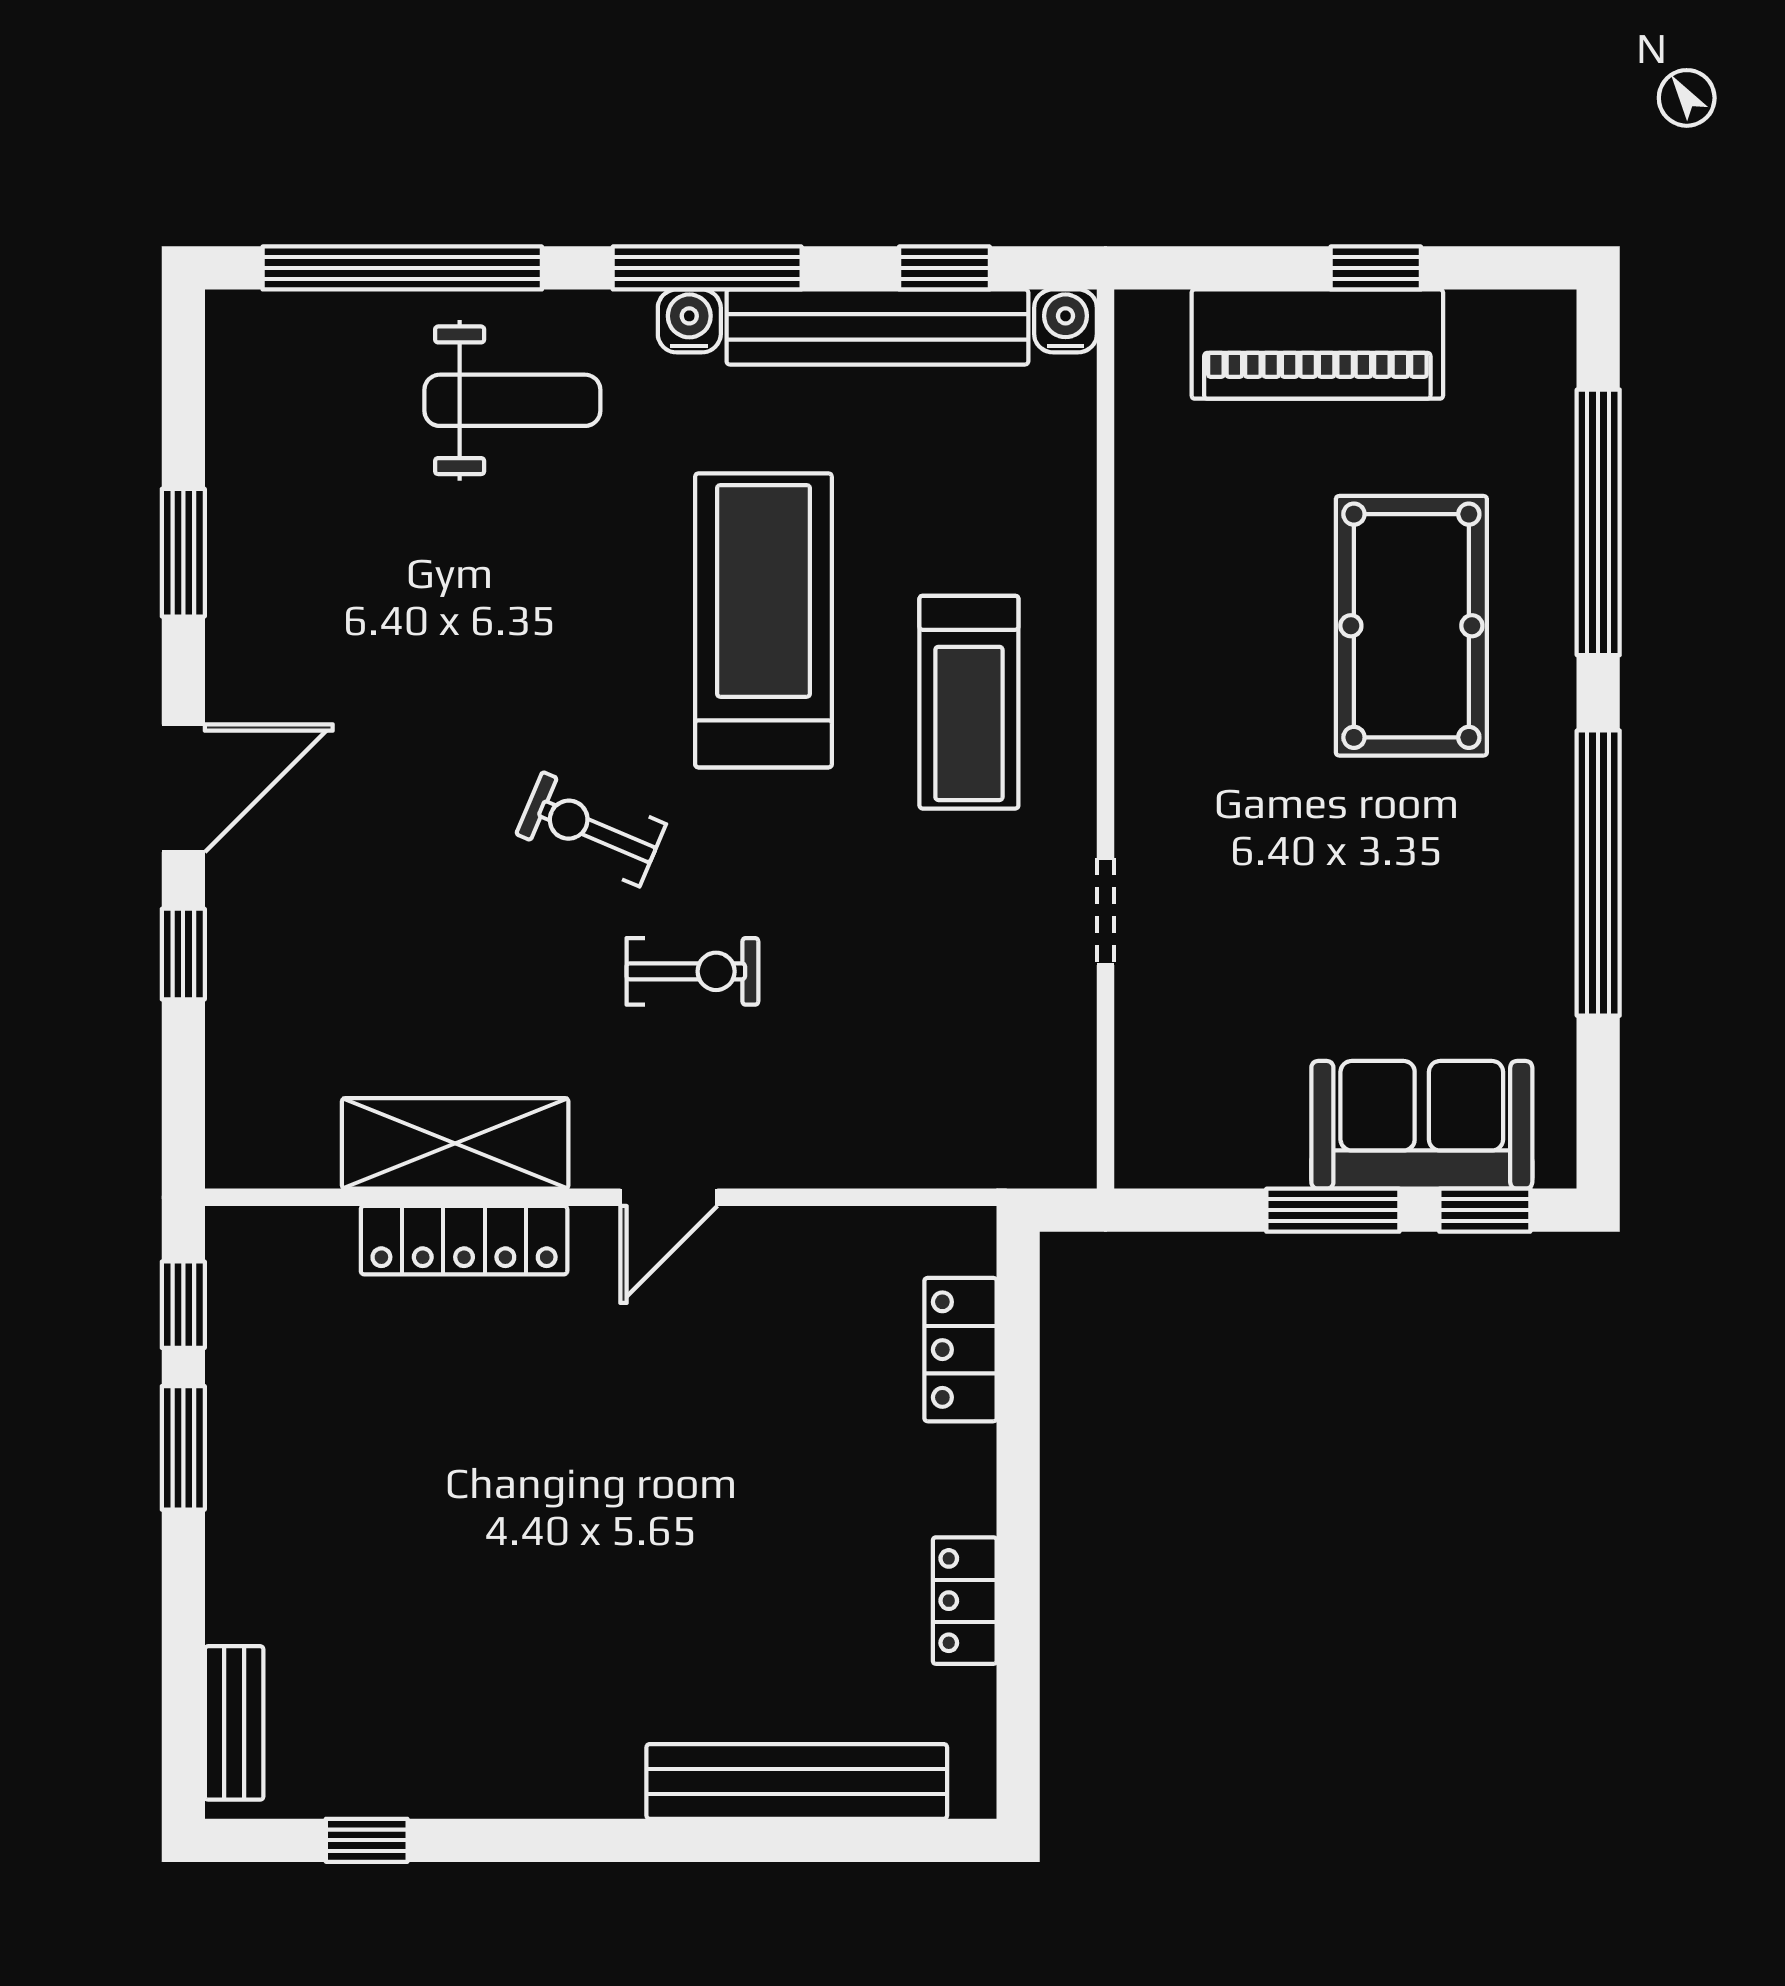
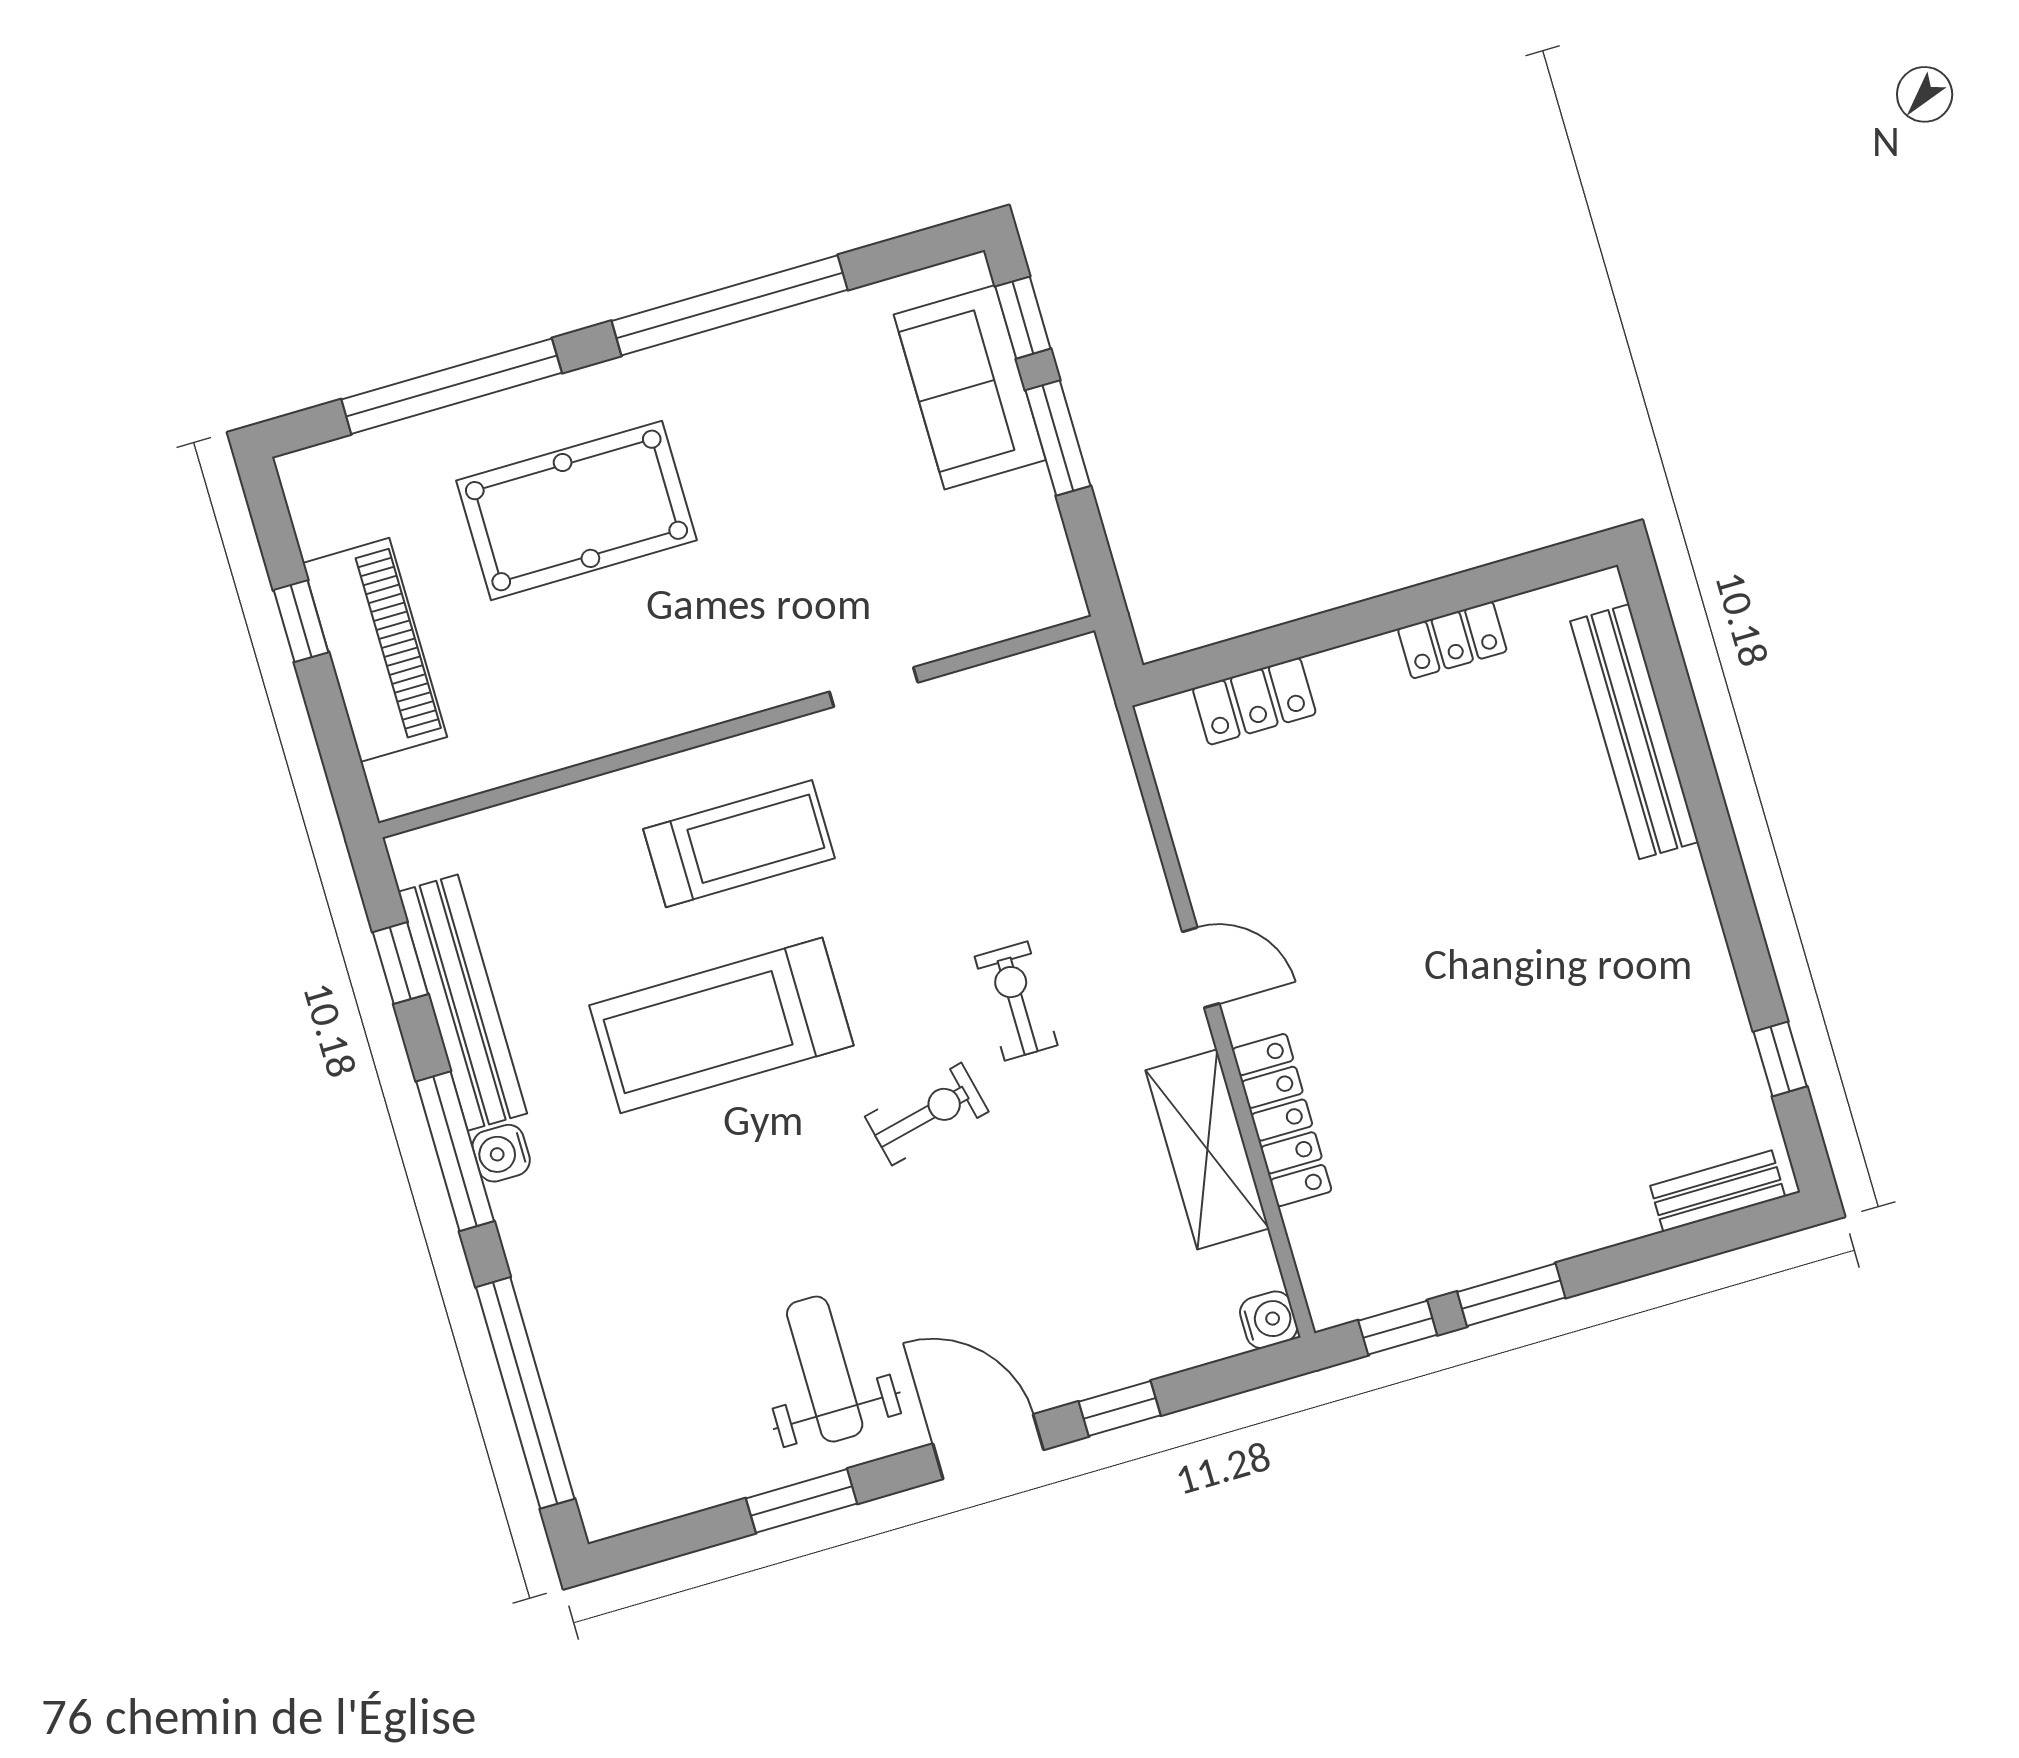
water cooler: (1066, 321) -> (1269, 1320), moved, turned 180
weight bench: (512, 400) -> (825, 1369), moved
exercise bike: (591, 829) -> (927, 1114), turned -126

